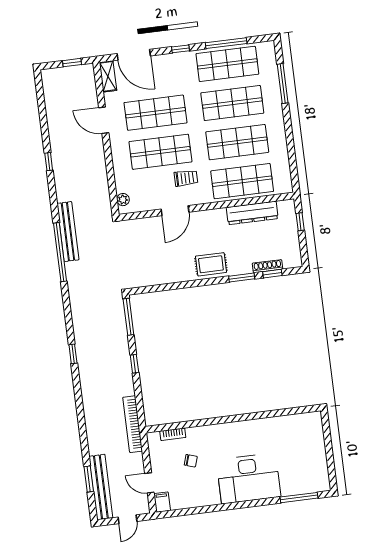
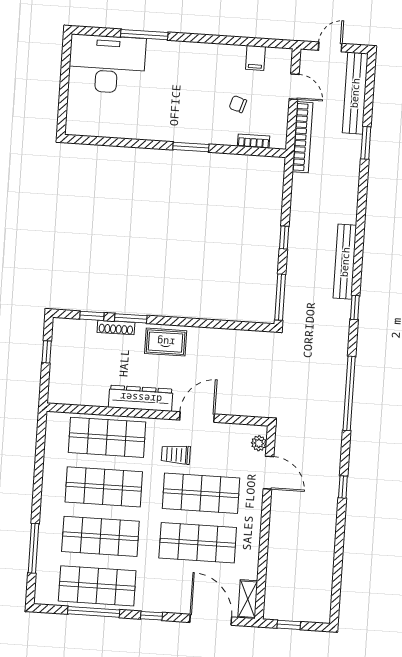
door: (104, 120) -> (269, 473), moved
window: (49, 162) -> (343, 487), moved
dresser: (252, 213) -> (141, 398), moved
window: (300, 222) -> (47, 352), moved
bench: (68, 232) -> (345, 262), moved
shoe rack: (268, 266) -> (116, 327), moved
window: (73, 354) -> (355, 307), moved
window: (221, 420) -> (191, 147), added
bookcase: (133, 424) -> (303, 137), moved
desk: (249, 478) -> (107, 64), moved
window: (89, 479) -> (366, 143), moved
window: (299, 498) -> (144, 35), moved
filing cabinet: (162, 502) -> (255, 58), moved

